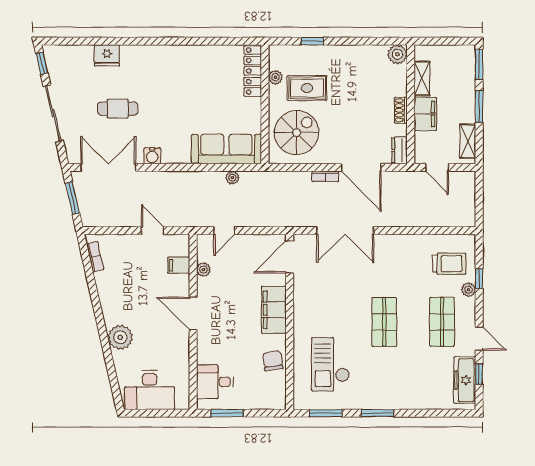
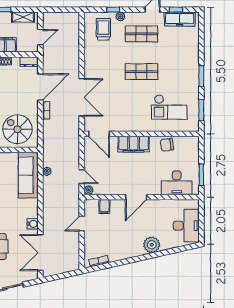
window: (72, 198) -> (60, 276), removed
plant: (204, 270) -> (89, 190), moved
desk: (215, 382) -> (177, 183), width x1.37

